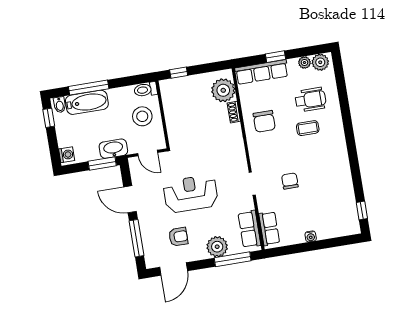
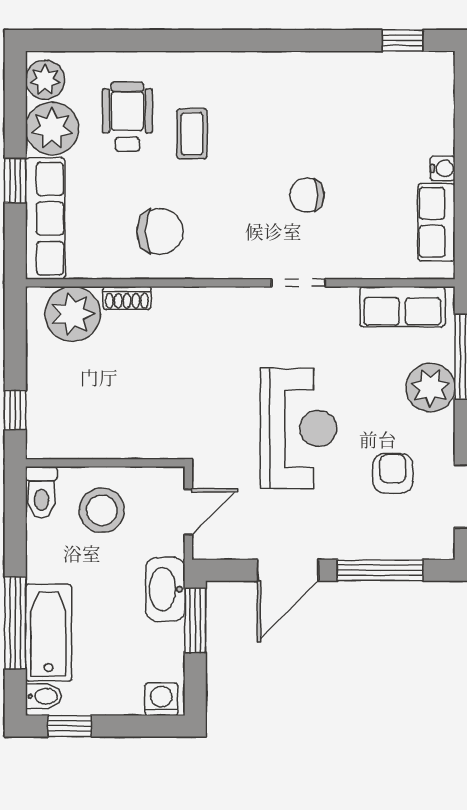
plant: (304, 63) -> (52, 129), width x1.88, depth x1.88
reception desk: (191, 194) -> (298, 428), turned 180
row of seats: (269, 228) -> (436, 222), moved, turned -90

